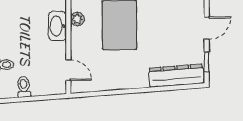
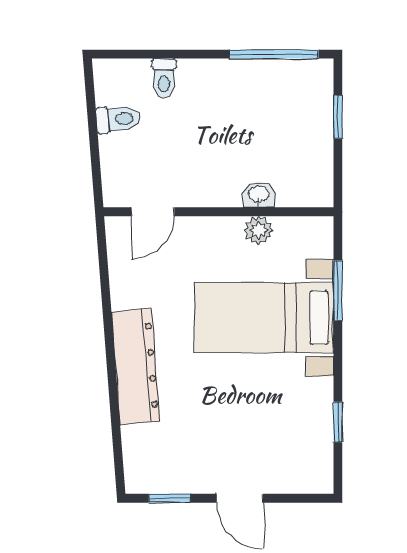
washbasin: (57, 26) -> (259, 195), width x0.52, depth x0.69
dresser: (176, 76) -> (136, 367), moved

